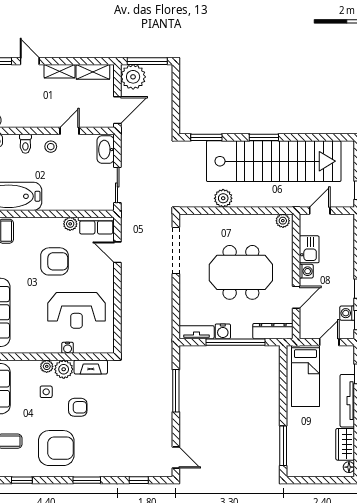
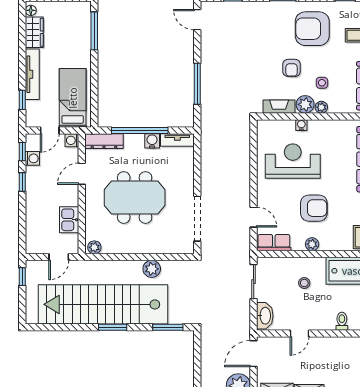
stool: (51, 147) -> (304, 283), moved
plant: (70, 224) -> (312, 244), moved
armchair: (55, 261) -> (314, 208), turned 180
washing machine: (306, 271) -> (72, 140), moved
armchair: (78, 407) -> (292, 68), turned -90

